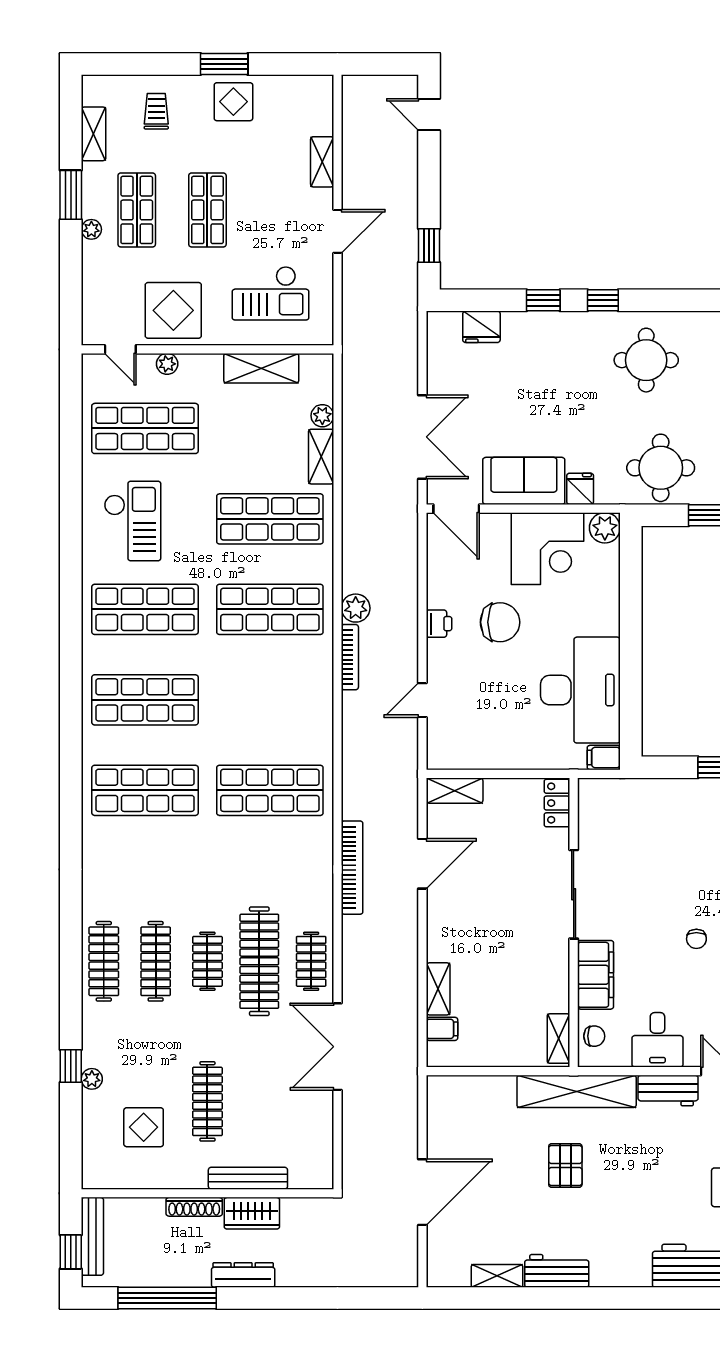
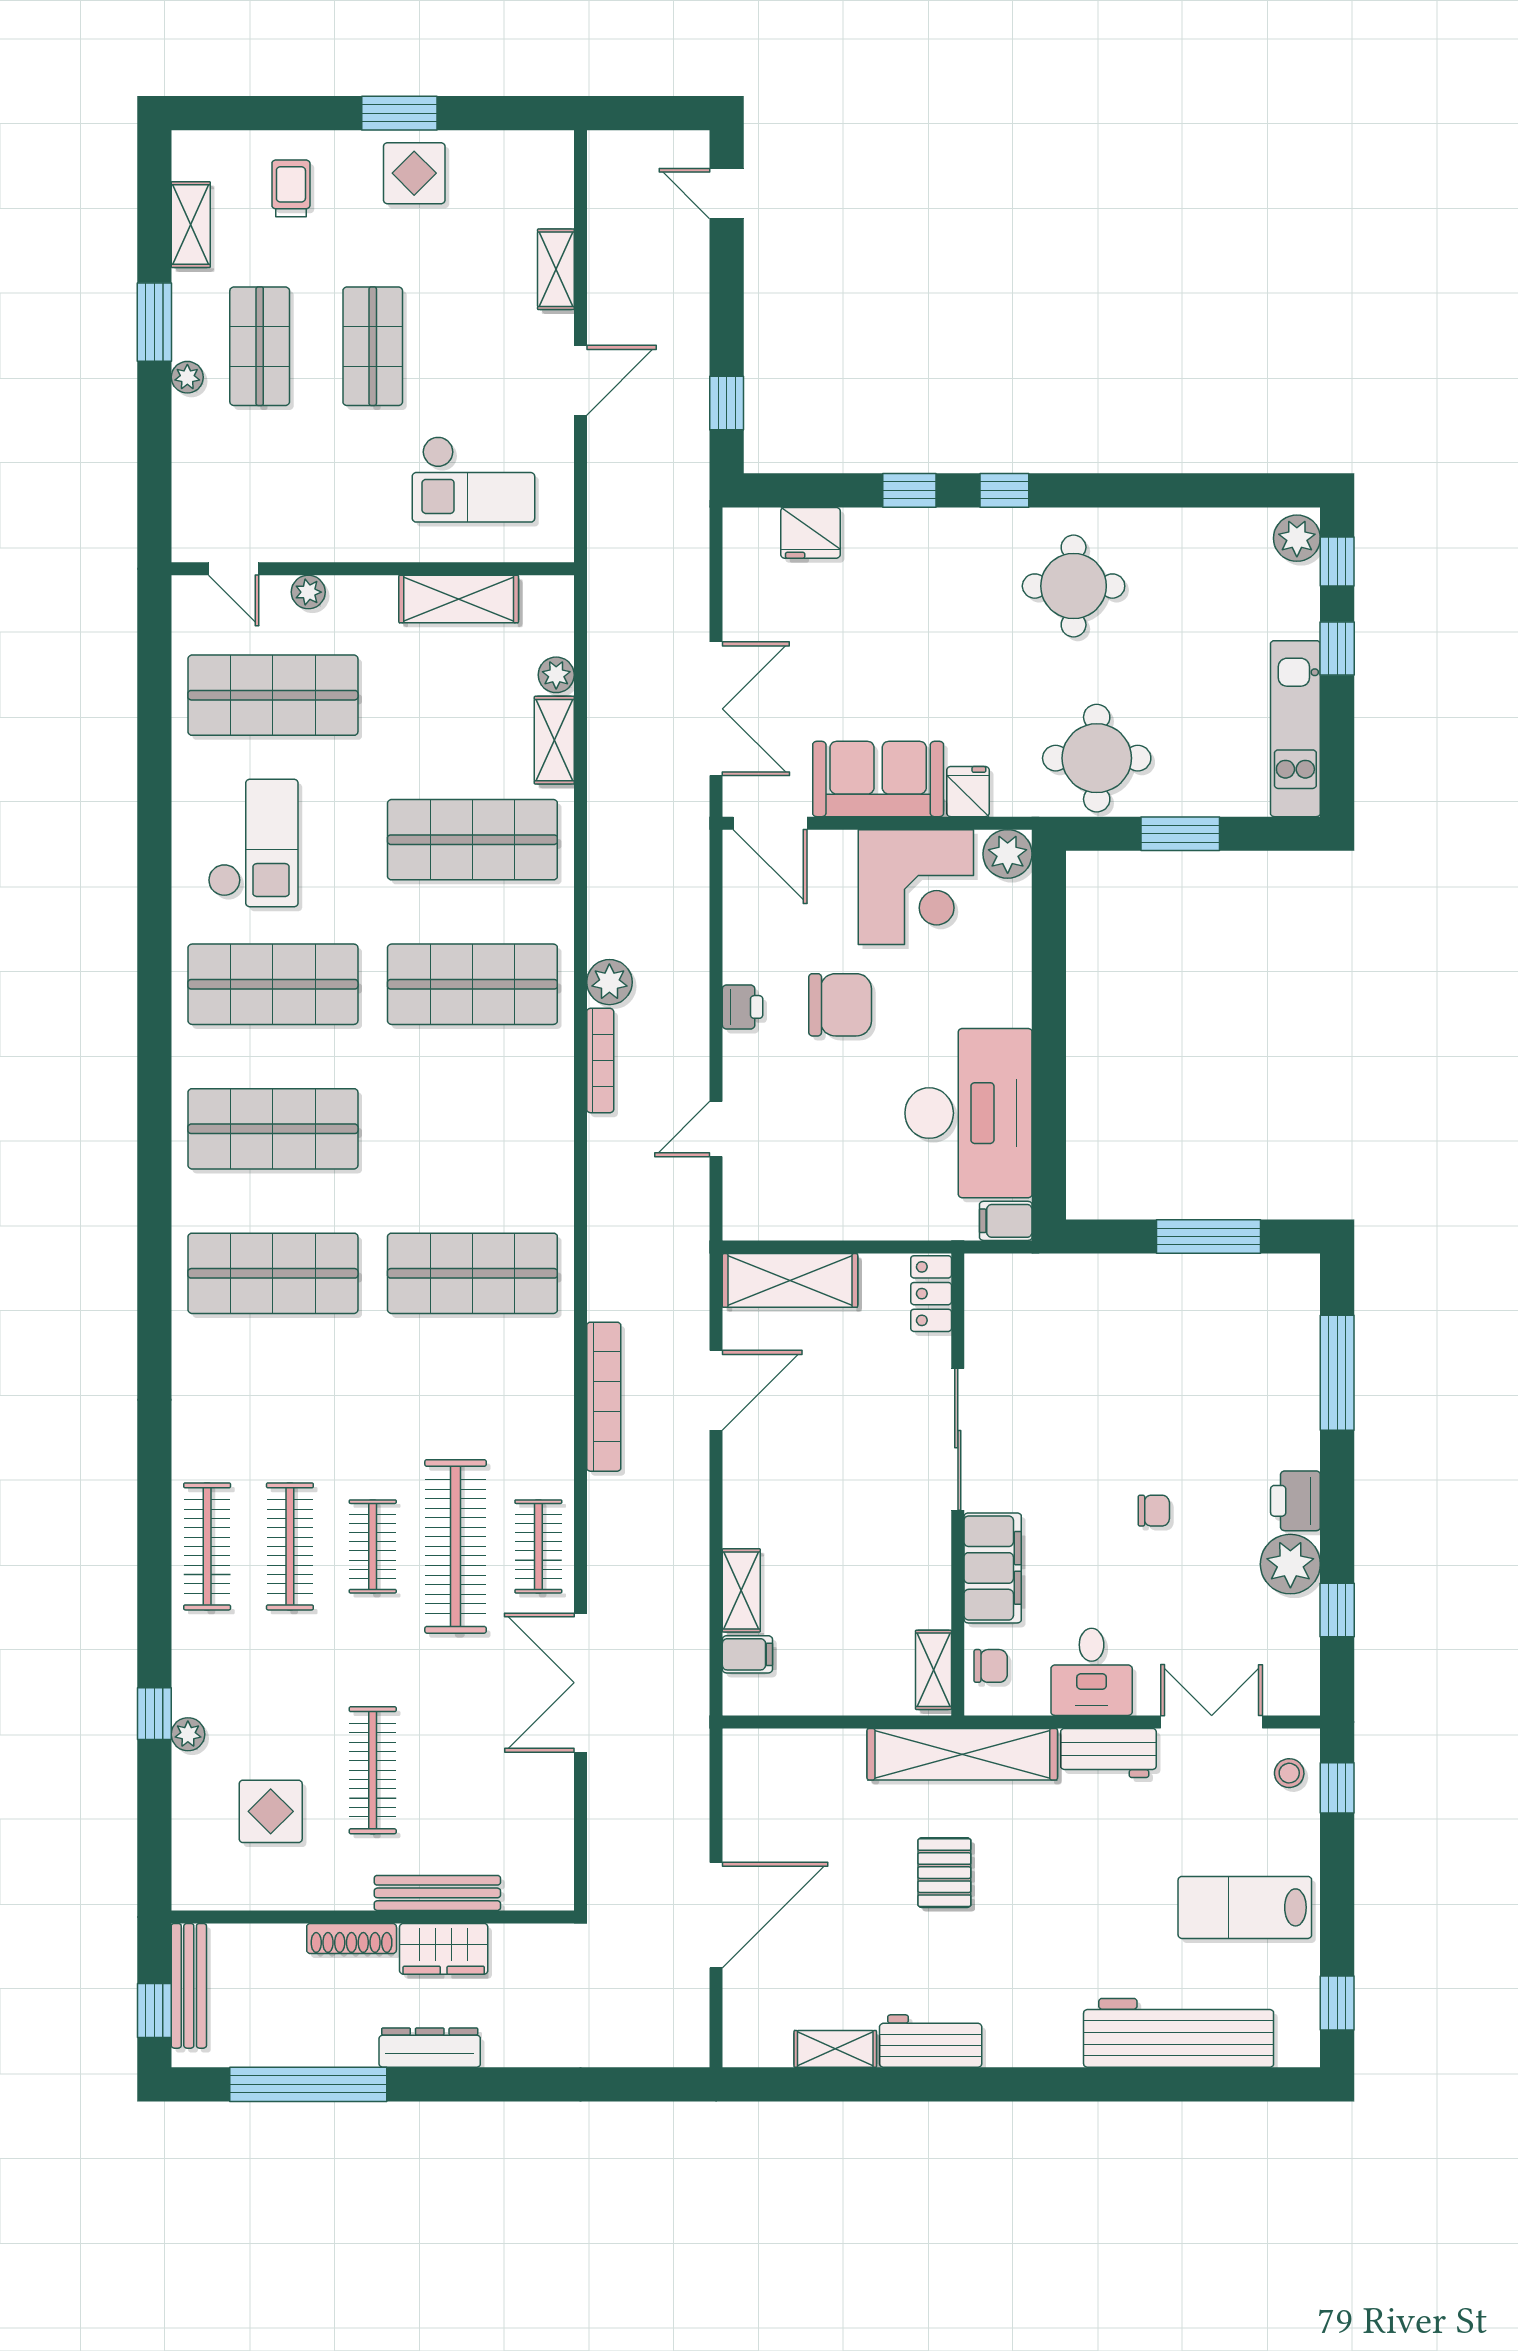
display table: (173, 310) -> (318, 507), removed
shelving: (455, 791) -> (790, 1280), width x1.50, depth x1.33
chair: (696, 939) -> (1154, 1511), turned -90

